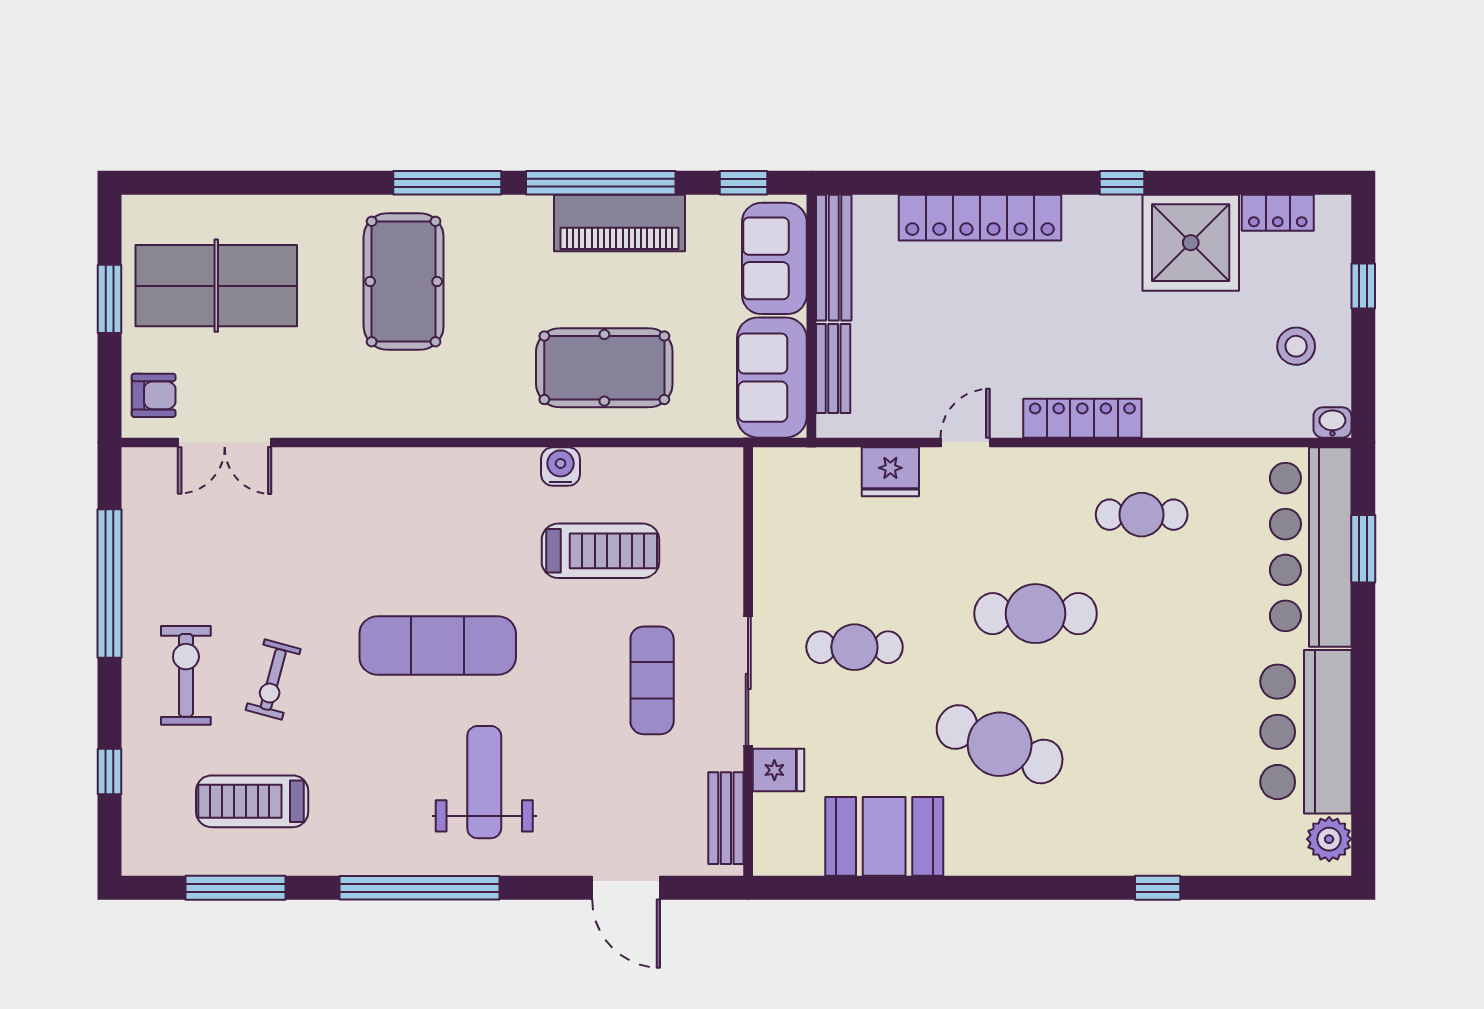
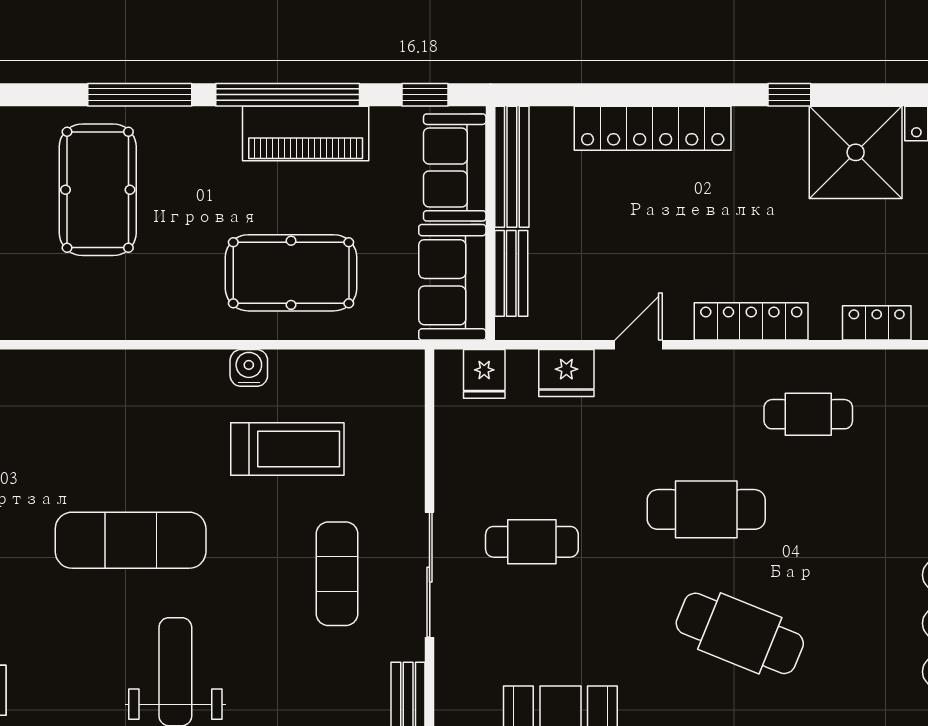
locker: (1213, 420) -> (877, 323), added
cafe table: (1000, 744) -> (740, 633), moved
fridge: (778, 770) -> (484, 374), moved, turned 90

